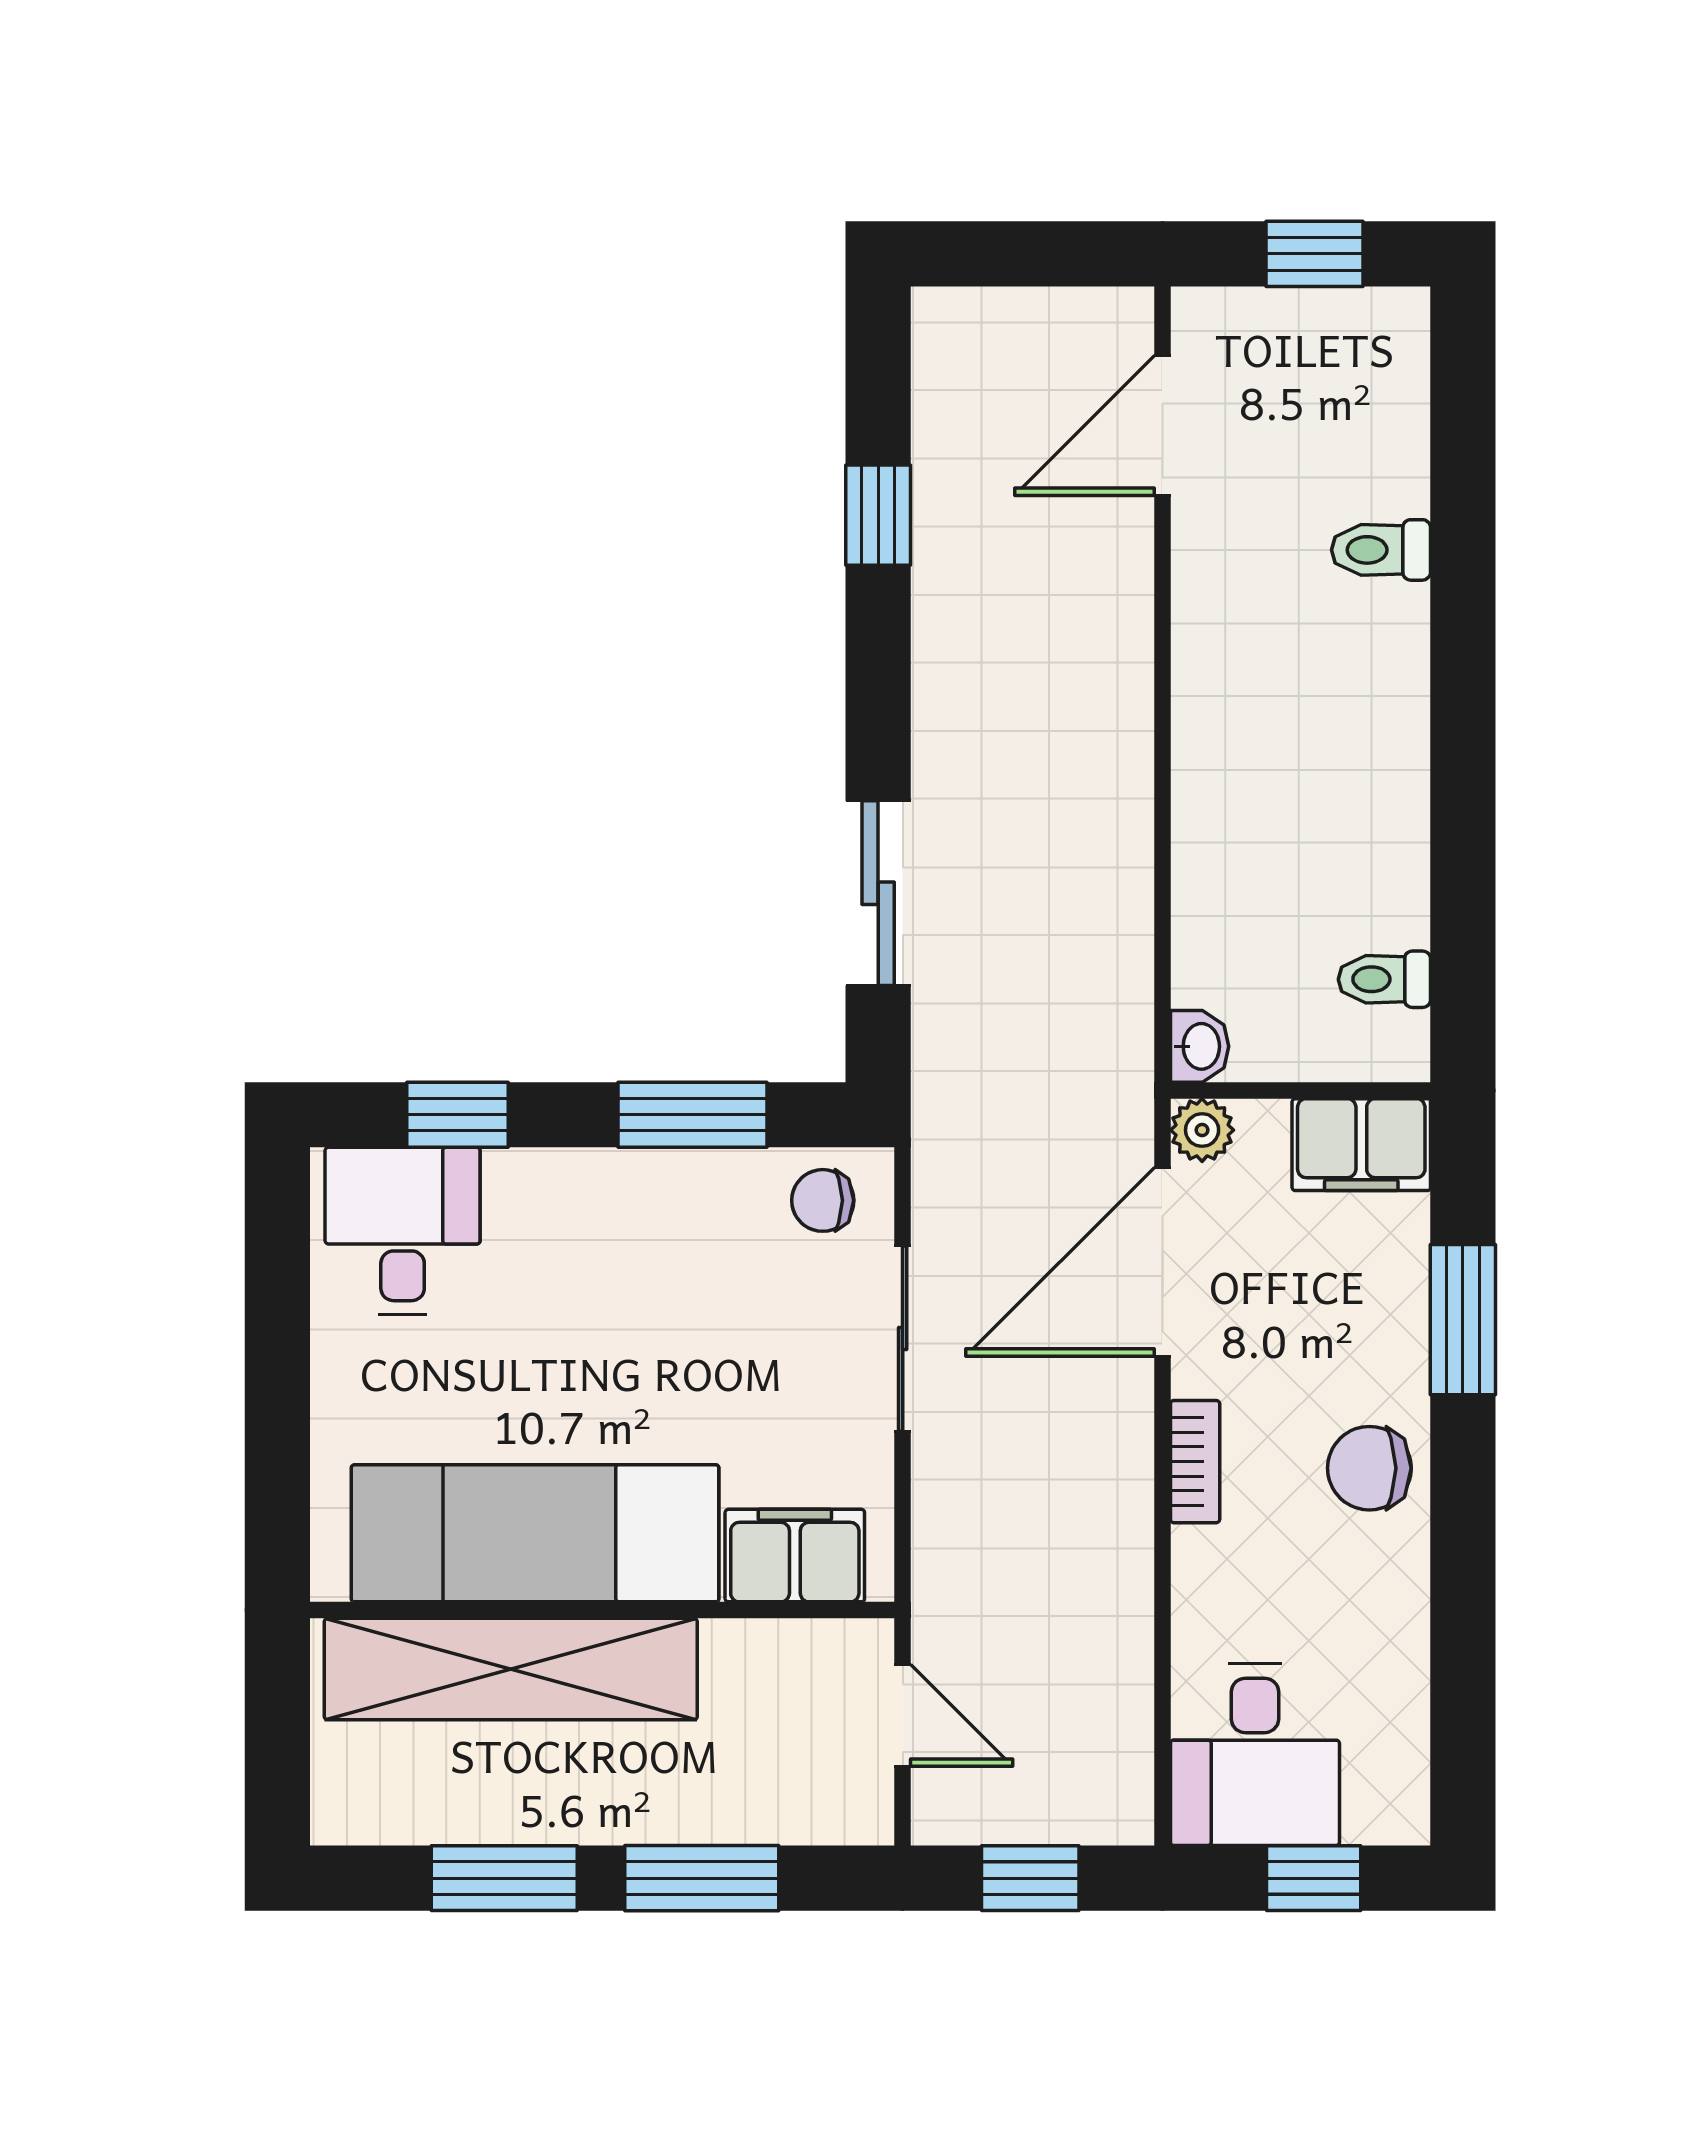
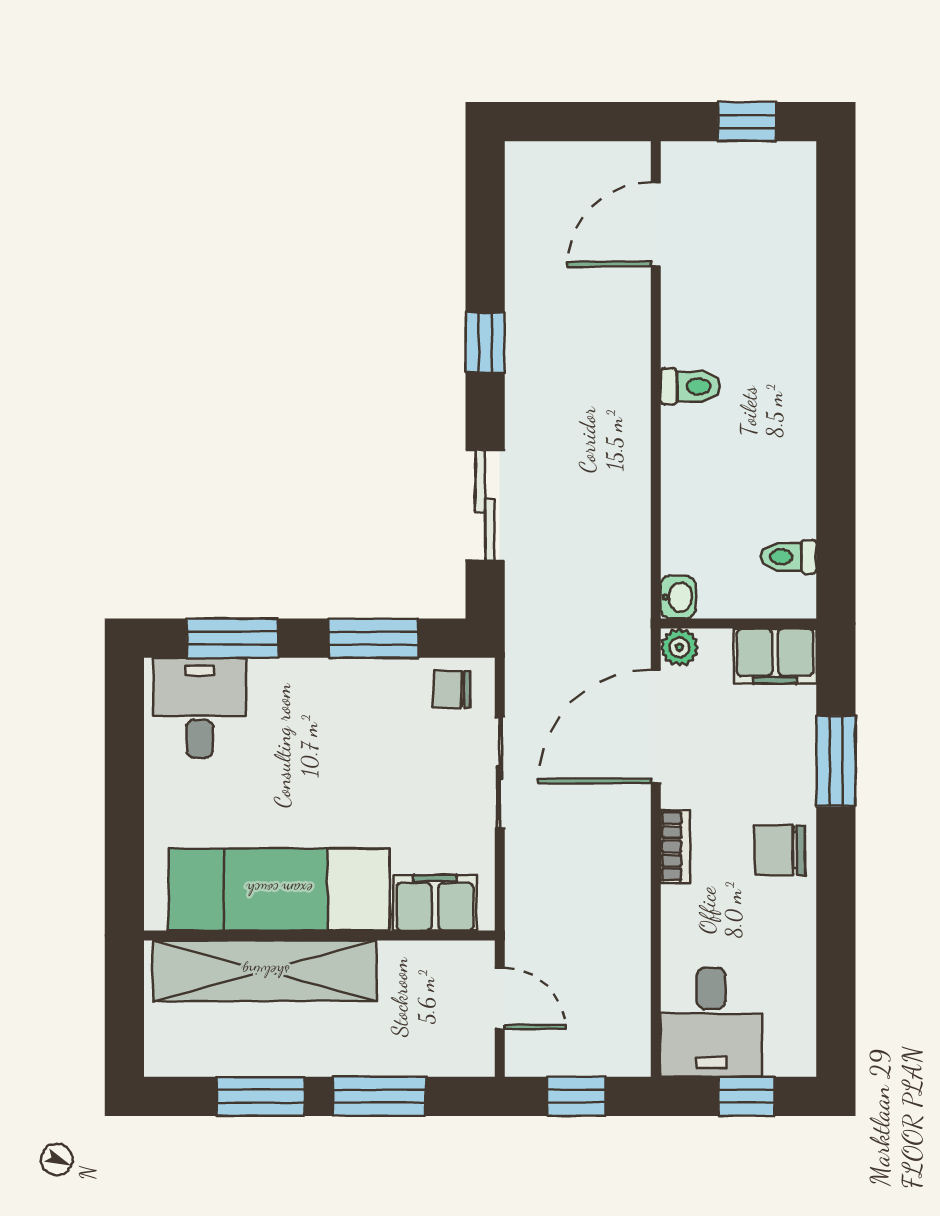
window: (878, 515) -> (485, 342), moved
toilet: (1381, 550) -> (690, 386), moved, turned 180
window: (458, 1115) -> (233, 638), width x1.50

